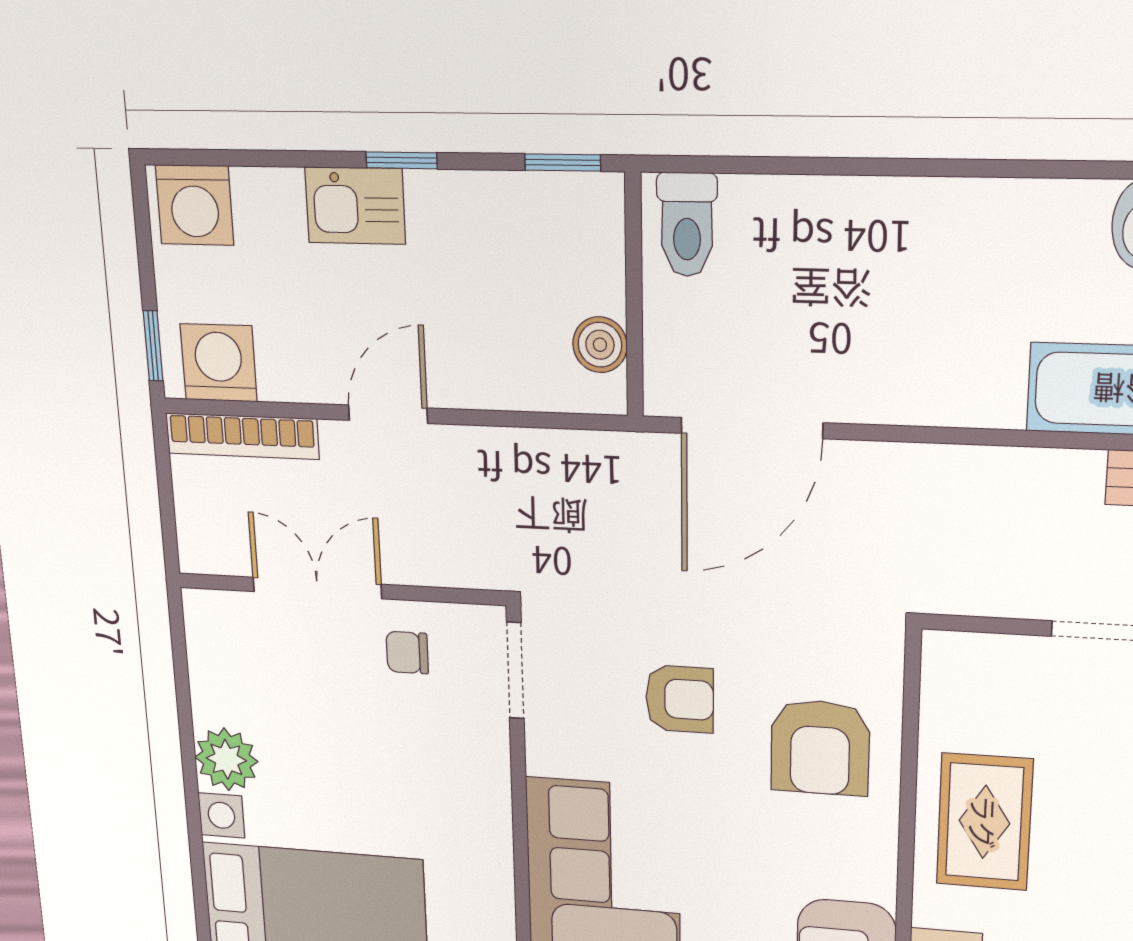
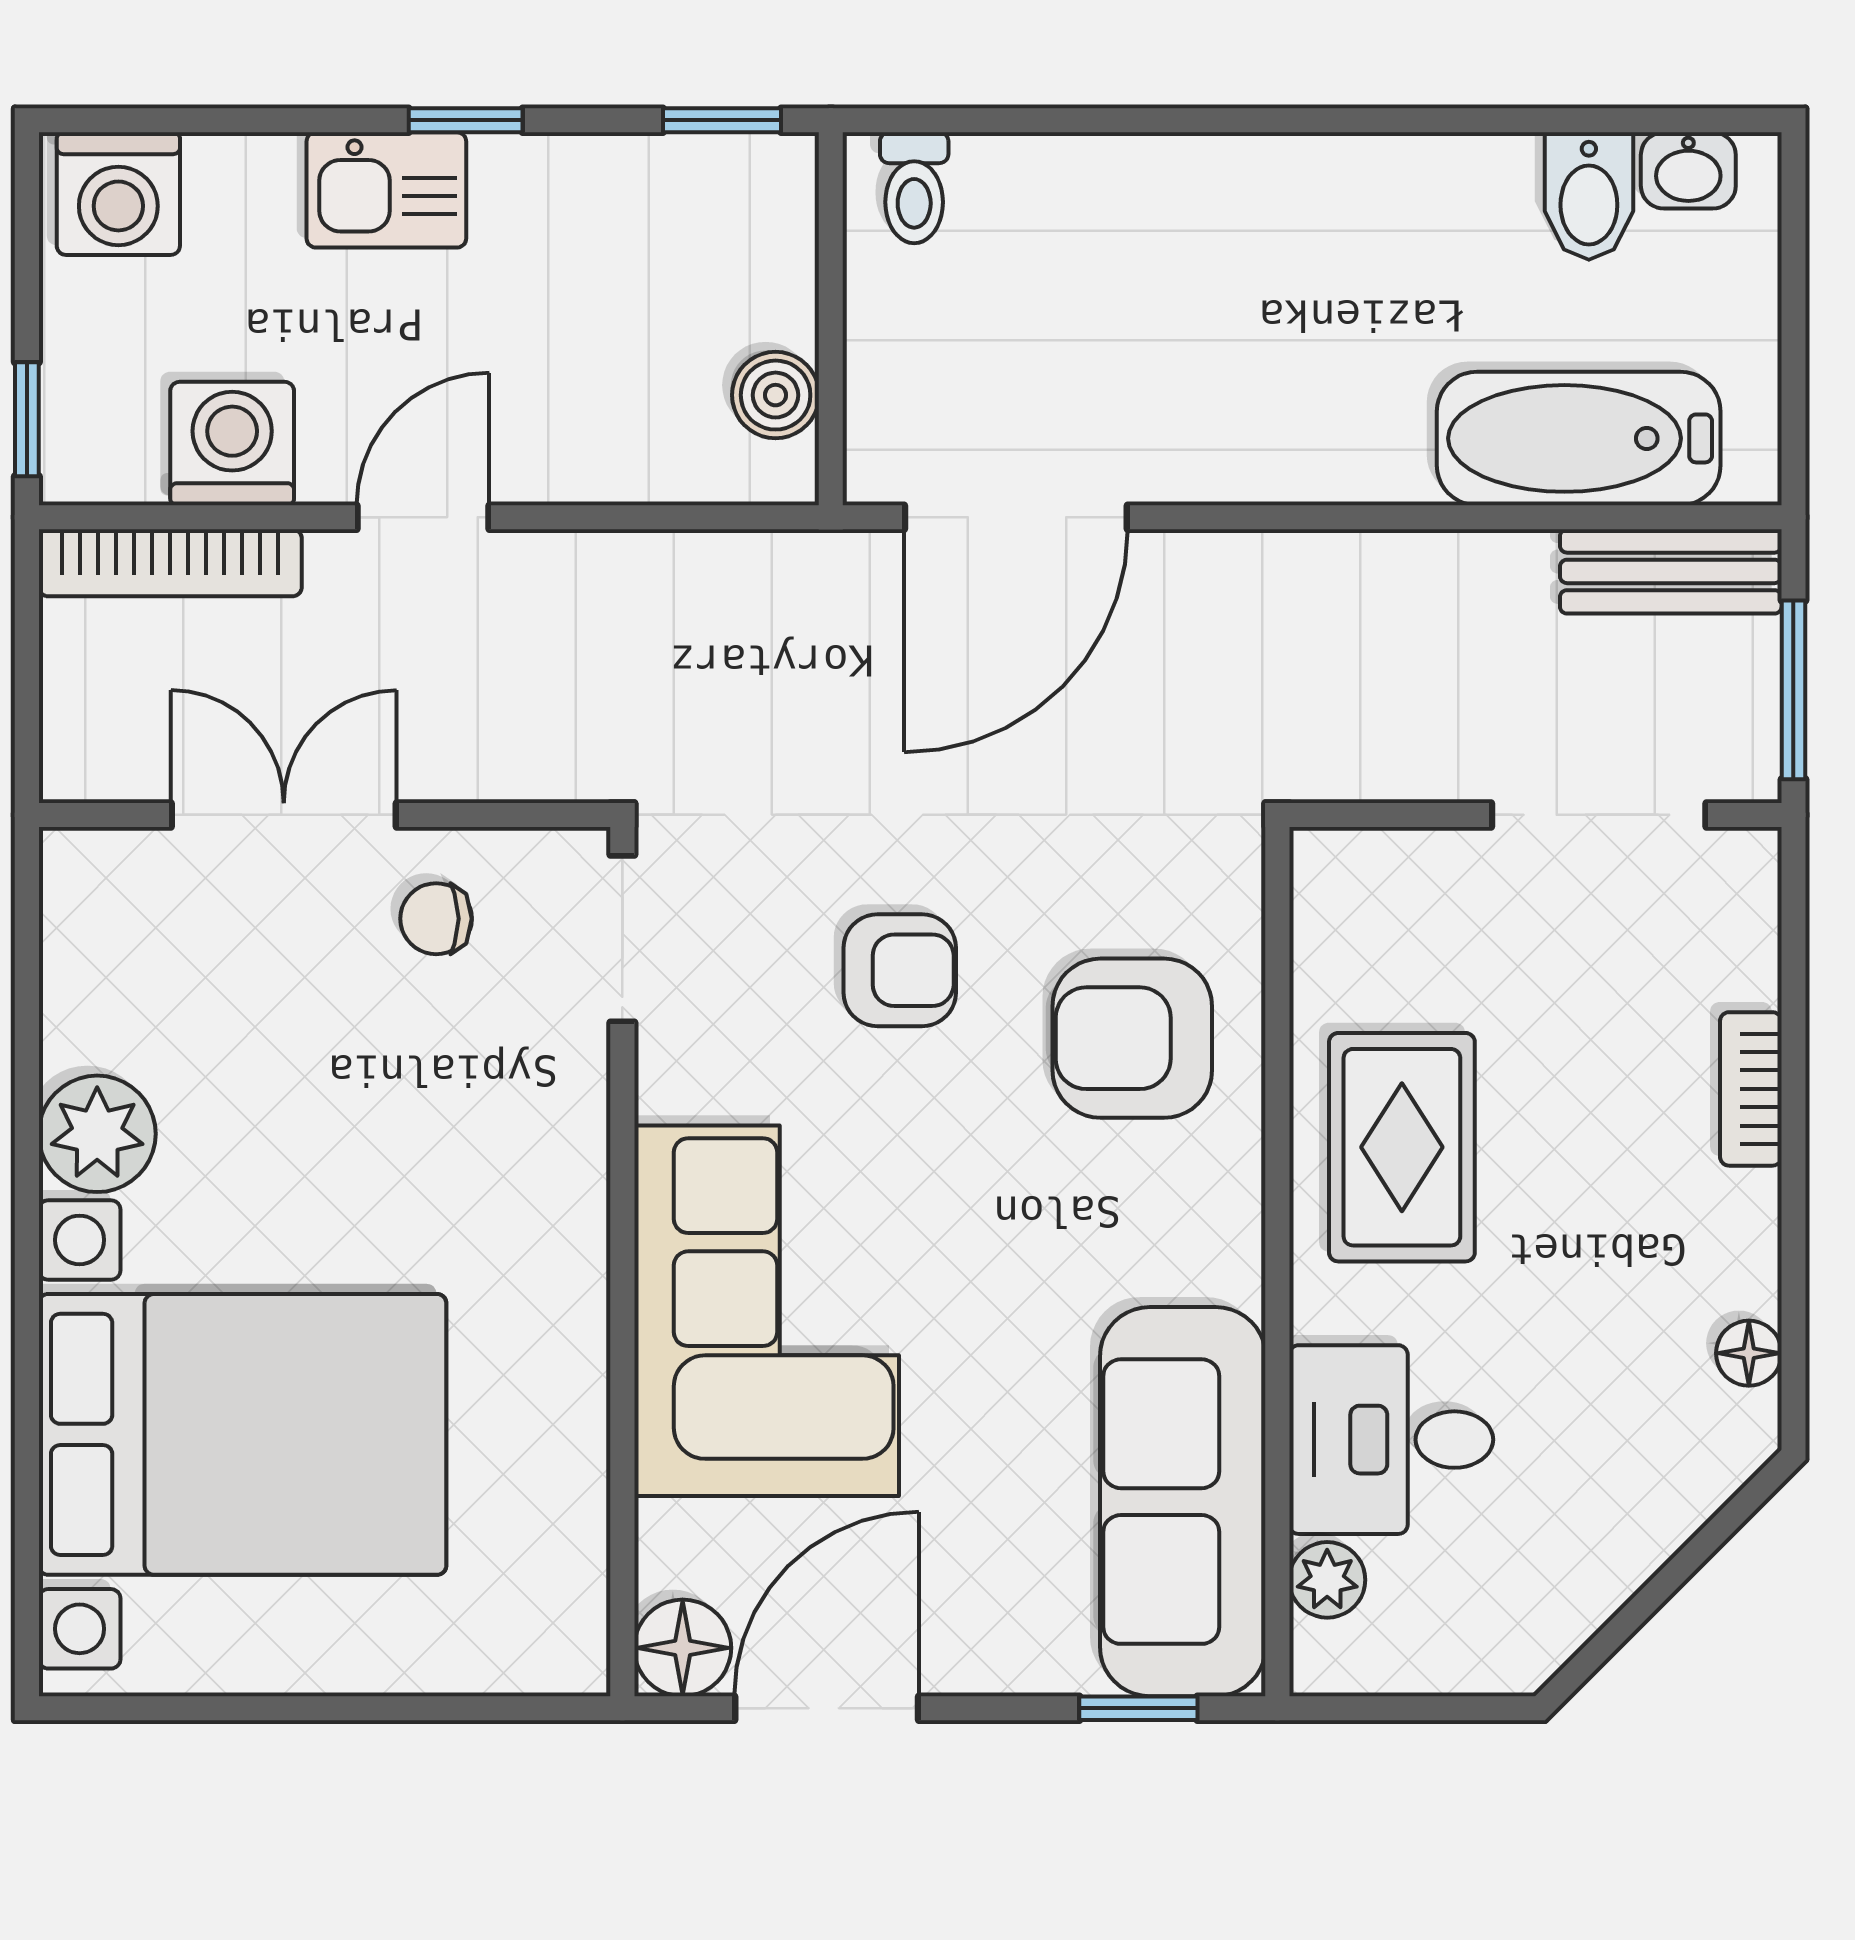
toilet: (687, 225) -> (914, 188), width x0.73, depth x0.72
washing machine: (219, 363) -> (232, 444), moved
armchair: (820, 748) -> (1132, 1038), turned 90

